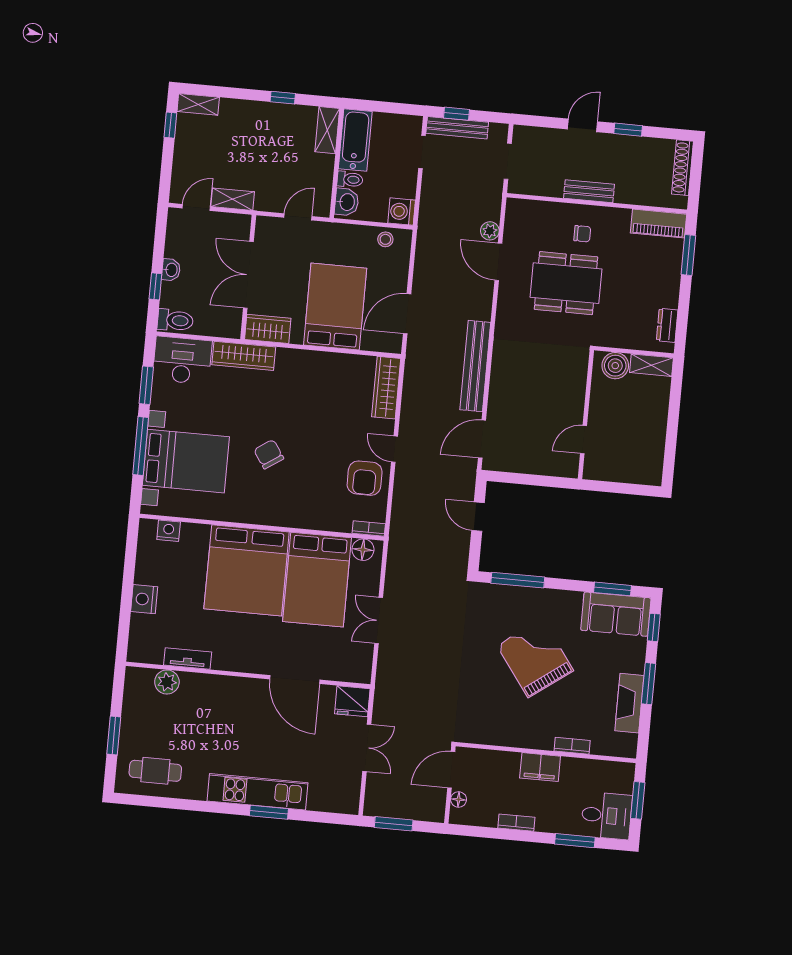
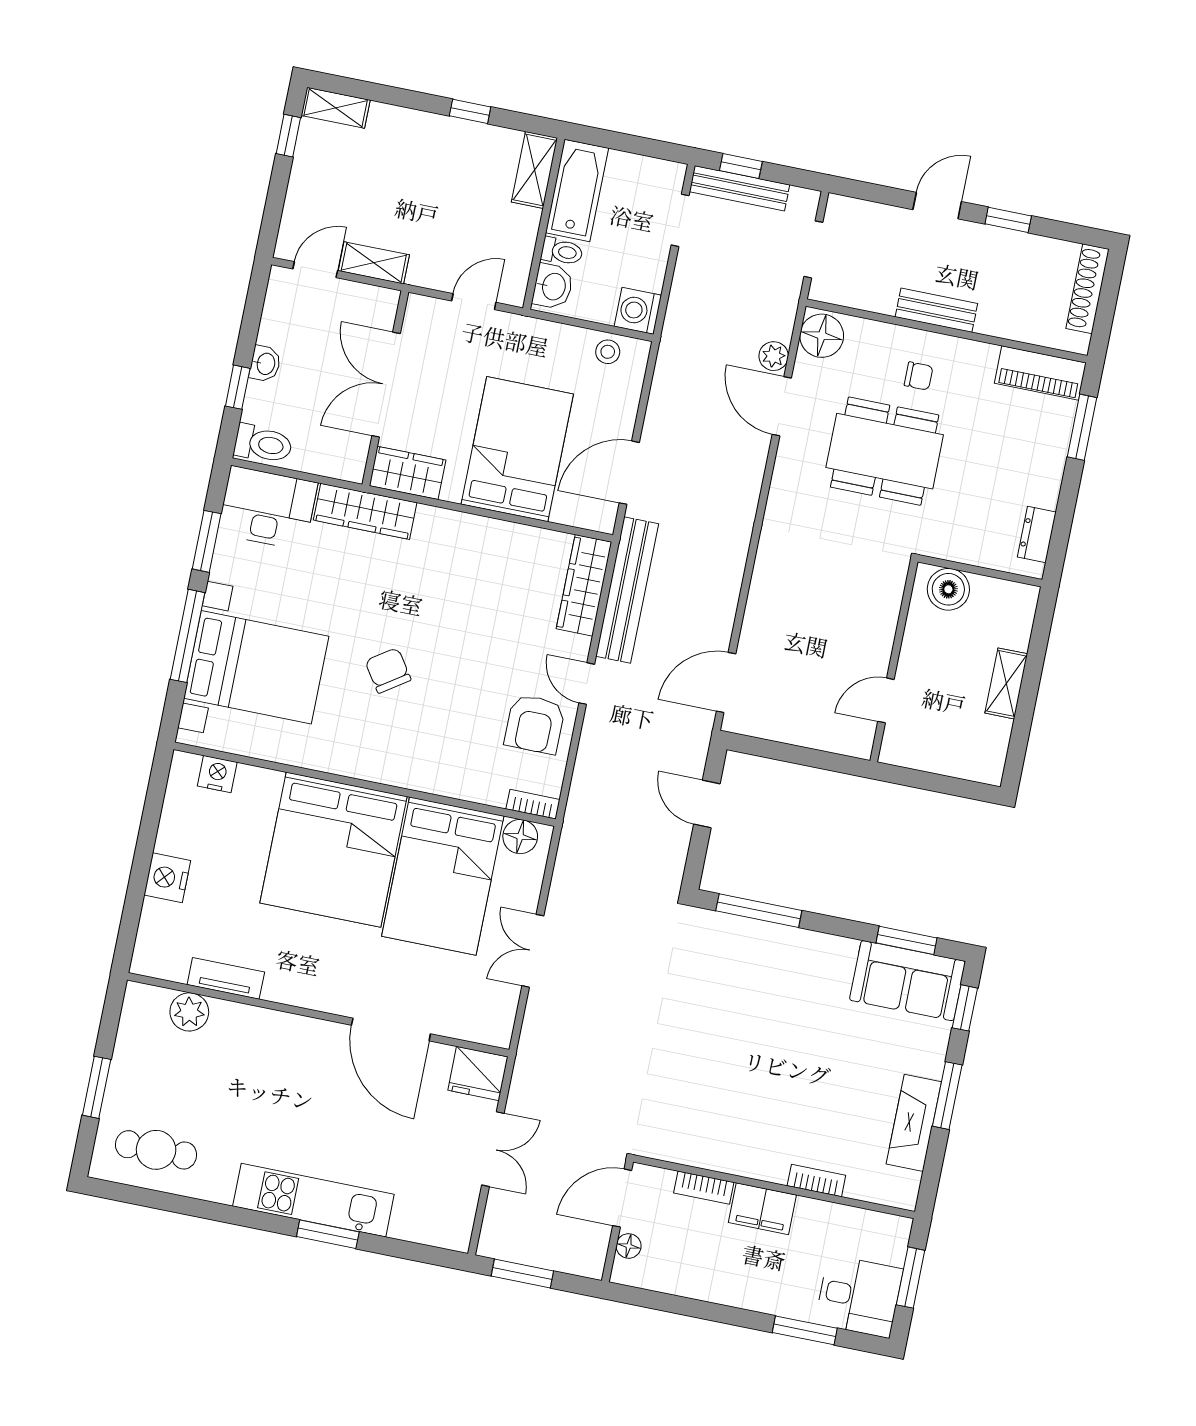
floor lamp: (519, 215) -> (822, 336), added
shelving: (651, 365) -> (1006, 683), moved, turned 90
bench: (475, 366) -> (627, 590), moved
grand piano: (535, 658) -> (773, 1036), removed
bookcase: (516, 823) -> (704, 1188), moved, turned 180

